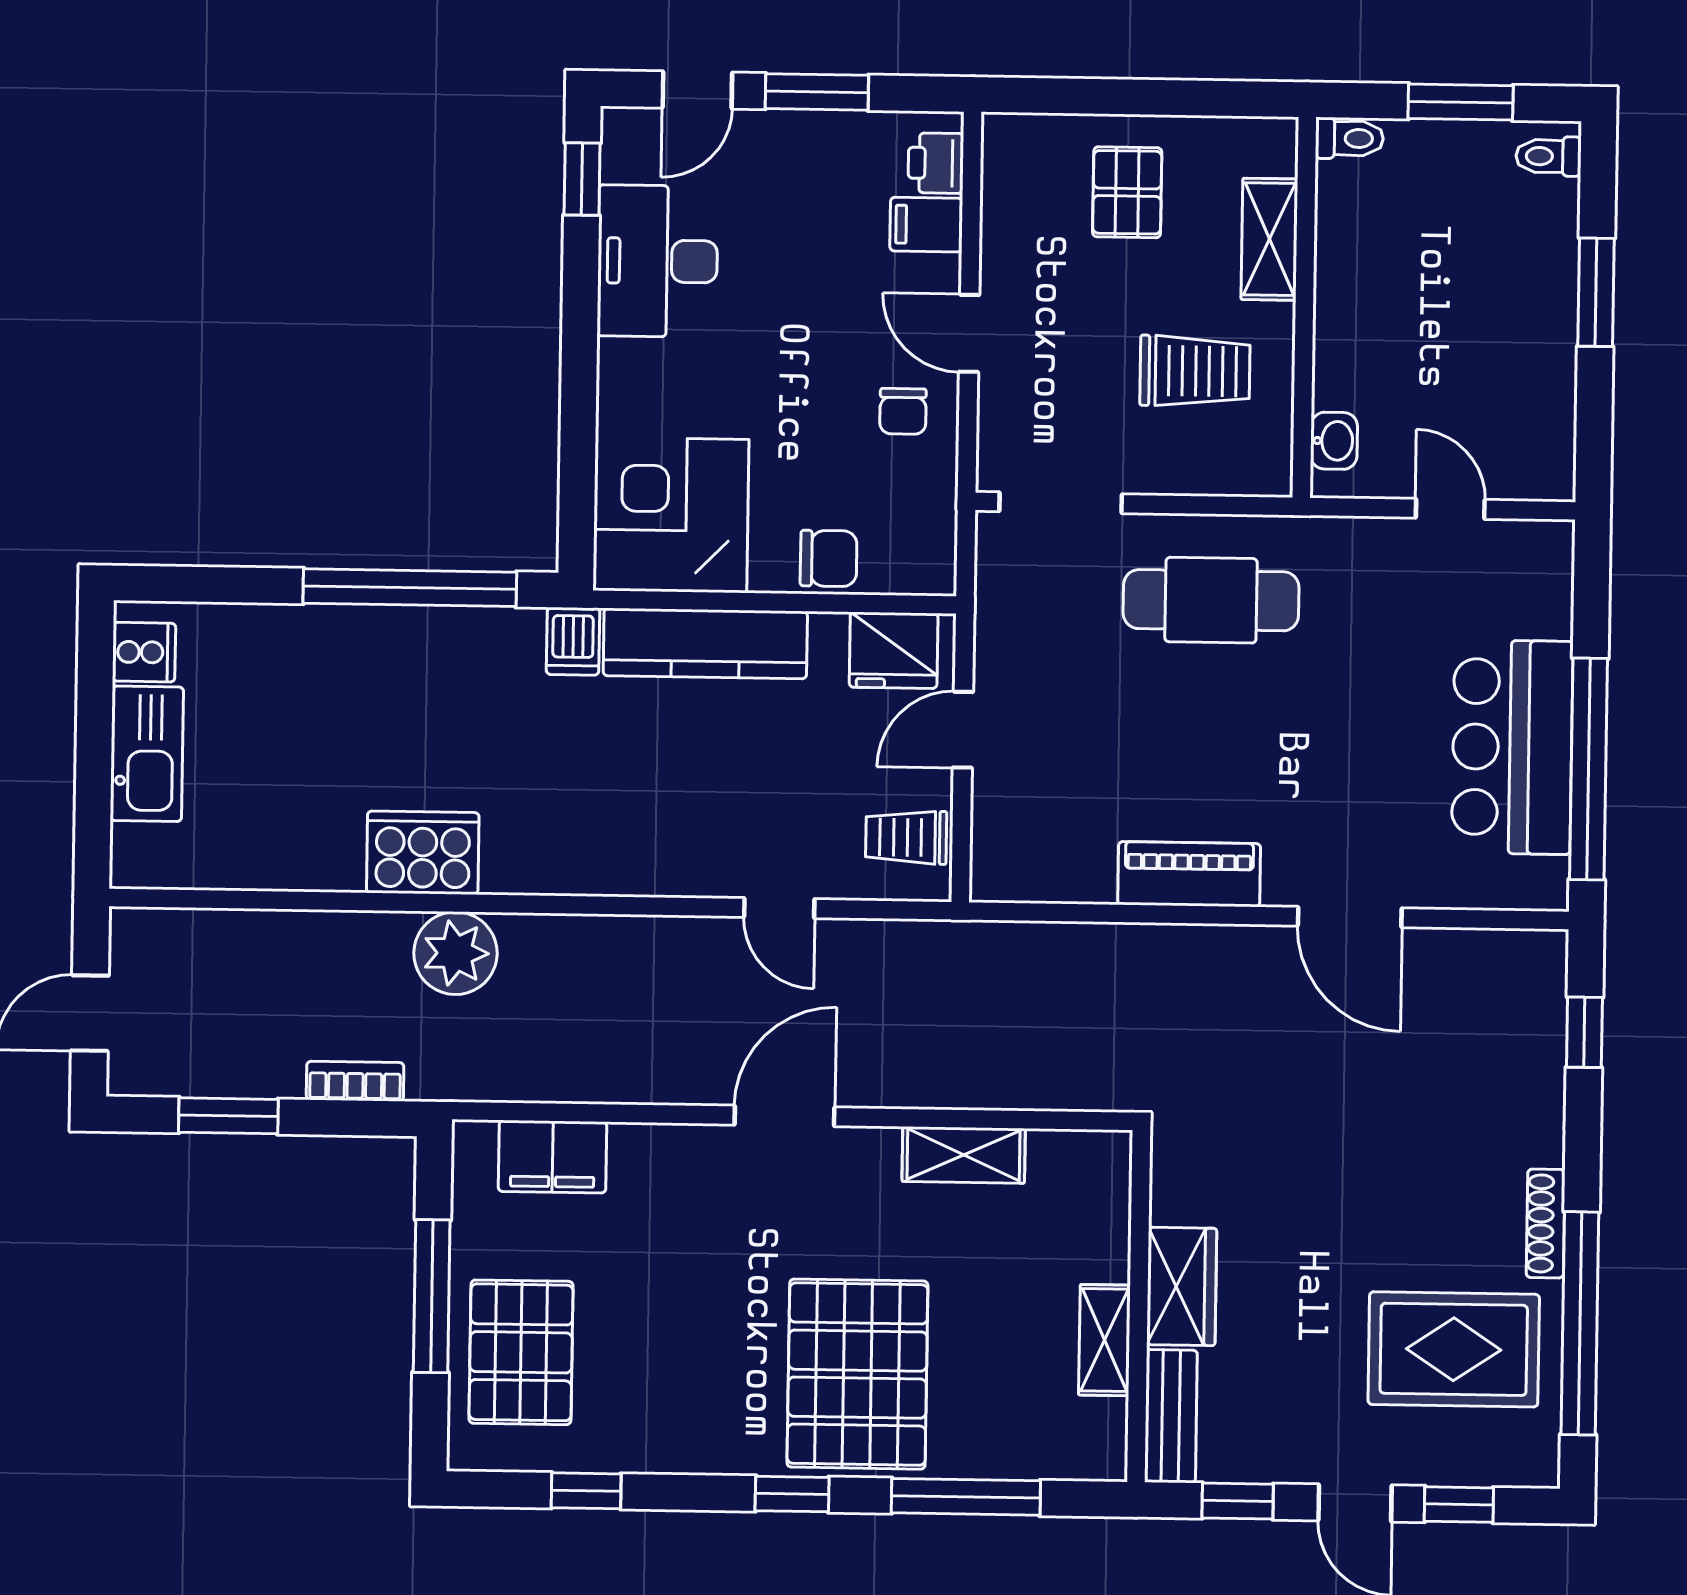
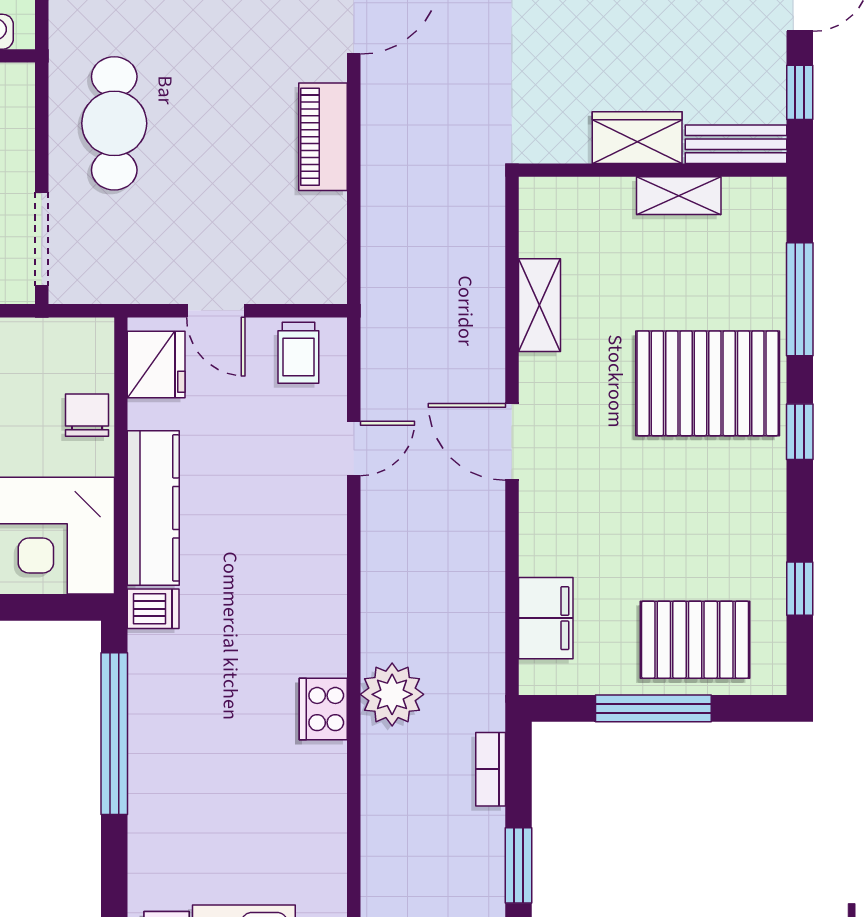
cooker: (423, 853) -> (323, 709), width x0.73, depth x0.76

